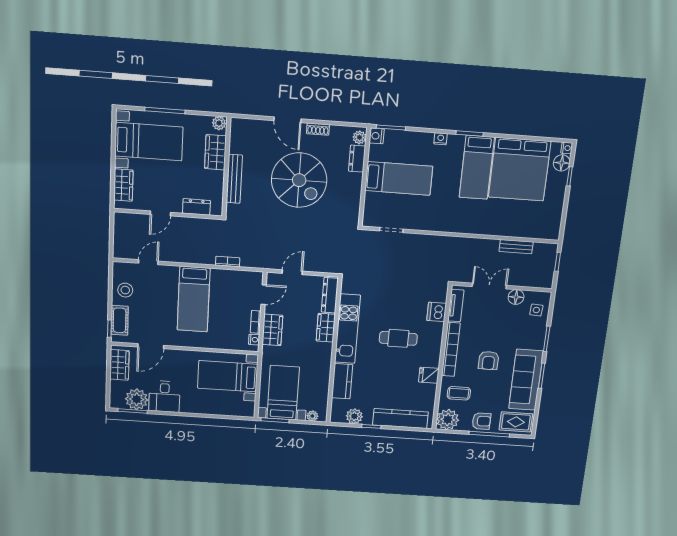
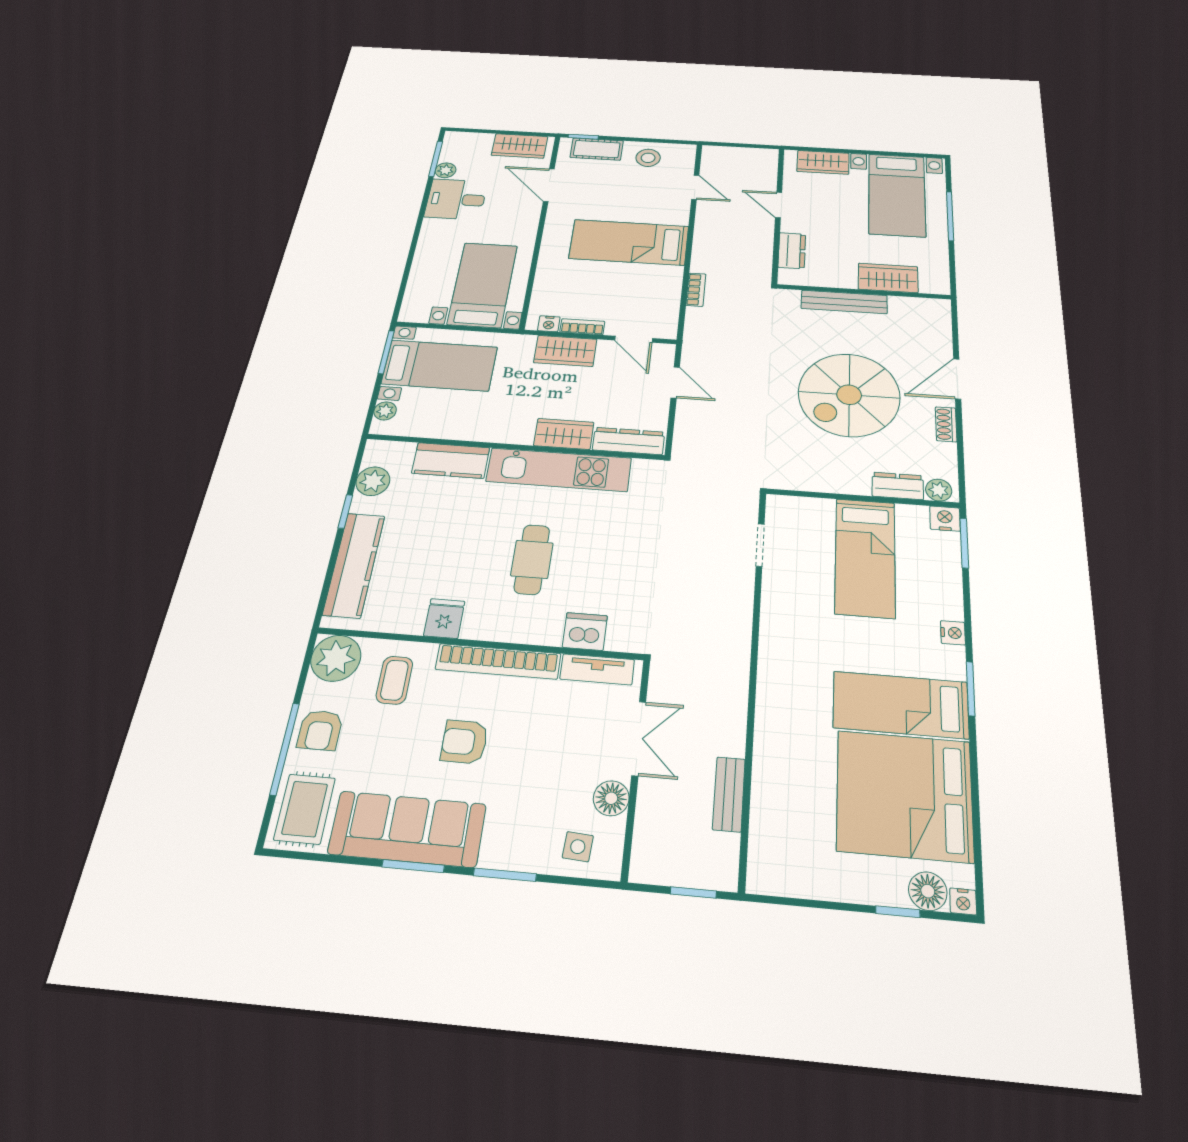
plant: (219, 123) -> (938, 284), removed
plant: (137, 399) -> (446, 170), width x0.53, depth x0.53

